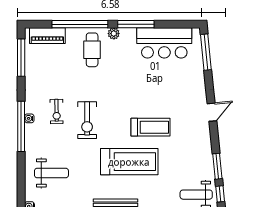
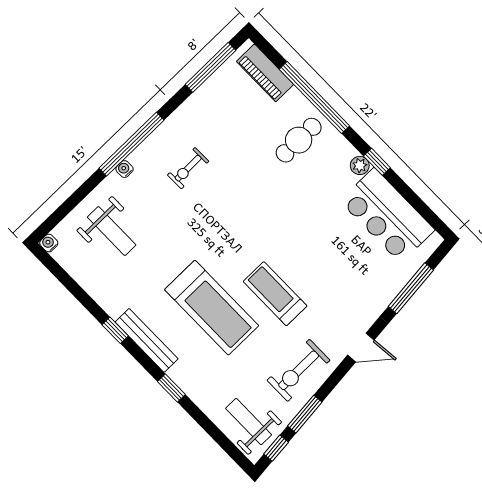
window: (136, 24) -> (377, 162), width x0.46
plant: (114, 34) -> (360, 165), moved
window: (206, 52) -> (411, 288), moved
water cooler: (29, 118) -> (125, 169), moved
exercise bike: (87, 120) -> (299, 370), moved
treadmill: (151, 127) -> (275, 294), turned 180

